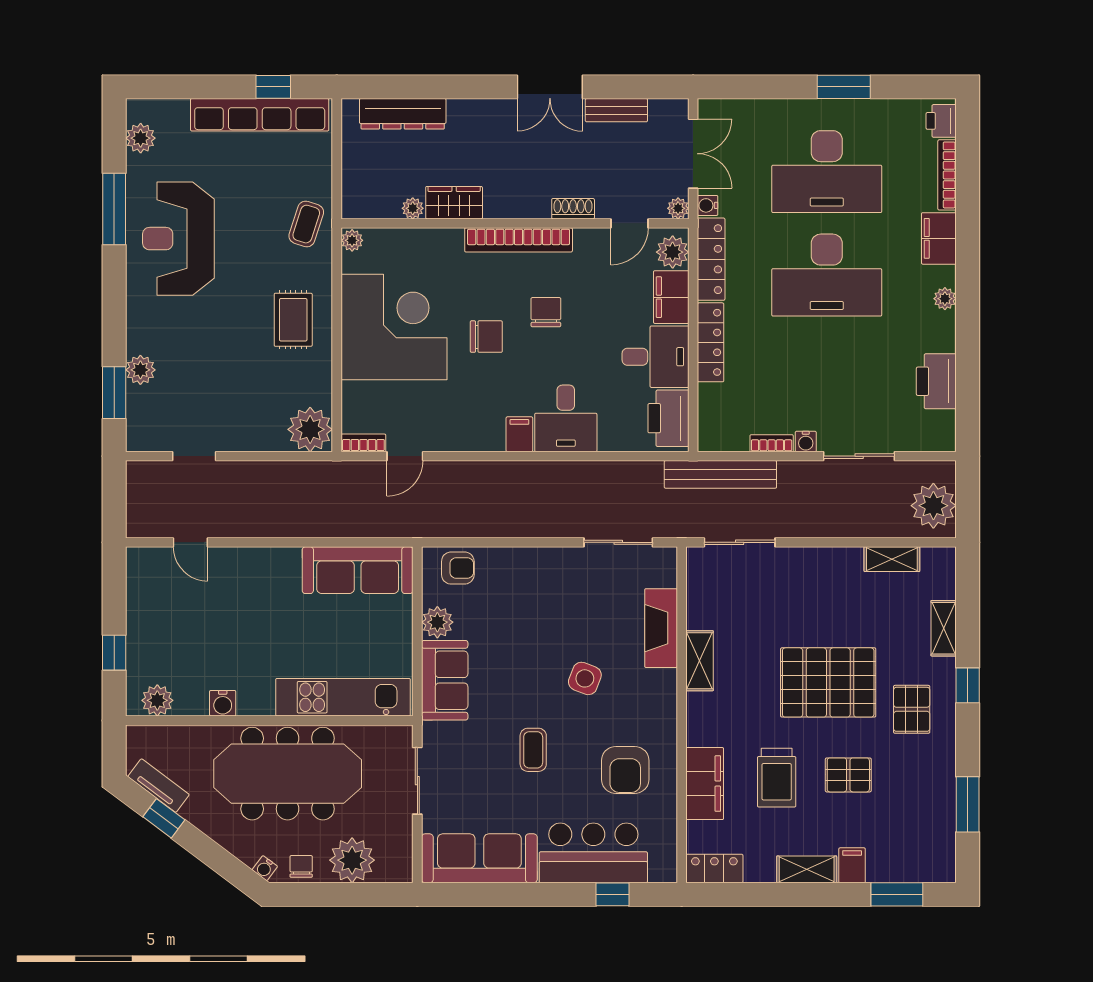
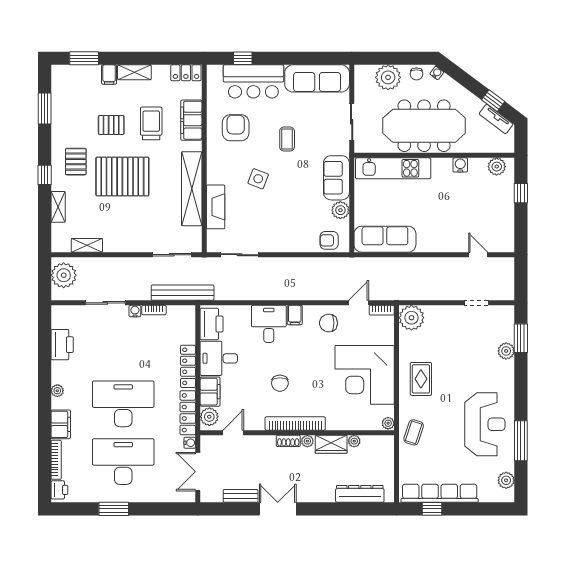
plant: (678, 208) -> (307, 441), moved
shoe rack: (573, 209) -> (288, 441), moved
chair: (486, 337) -> (328, 323), moved
shelving: (700, 661) -> (192, 189), width x2.20, depth x1.33

